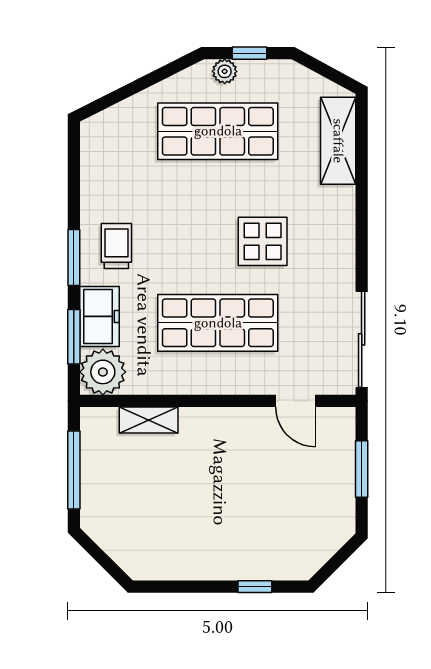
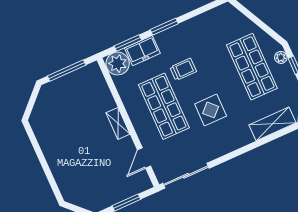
trolley: (116, 246) -> (183, 69), moved
shelving: (149, 420) -> (118, 123), moved
window: (255, 587) -> (50, 178), removed

